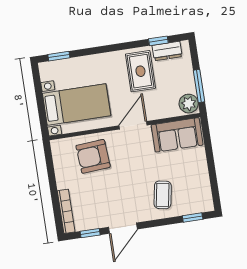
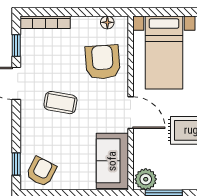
floor lamp: (58, 158) -> (107, 22), added
coffee table: (163, 195) -> (60, 103), moved
armchair: (196, 195) -> (41, 172), added

